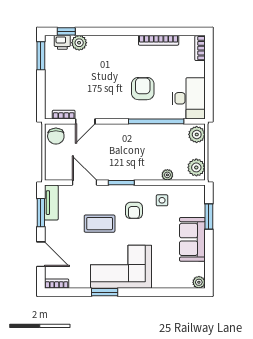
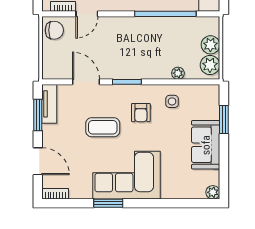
plant: (197, 134) -> (210, 45), moved
chair: (56, 136) -> (54, 30), turned -90

